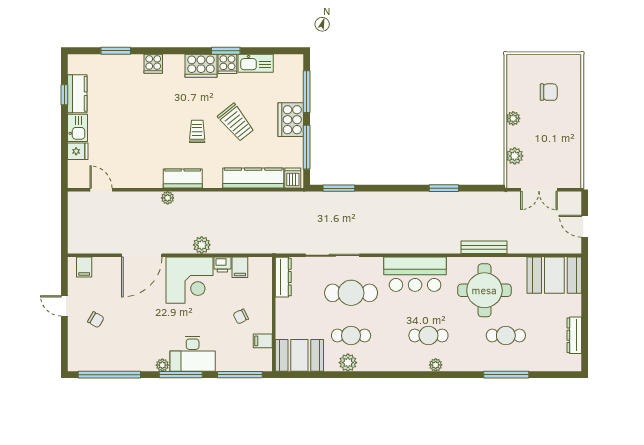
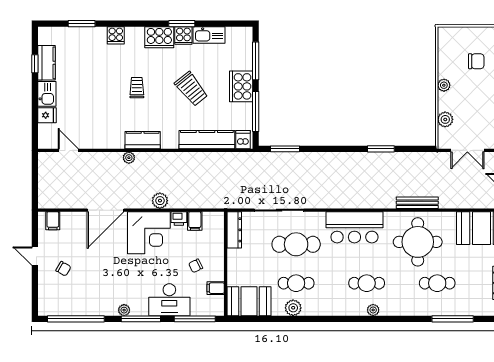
trolley: (197, 131) -> (137, 88), moved
desk: (193, 354) -> (169, 300), moved
window: (506, 375) -> (453, 319), moved

